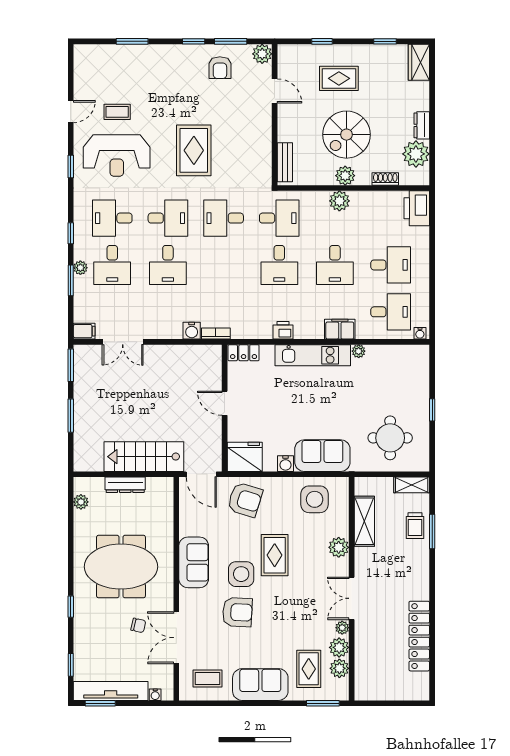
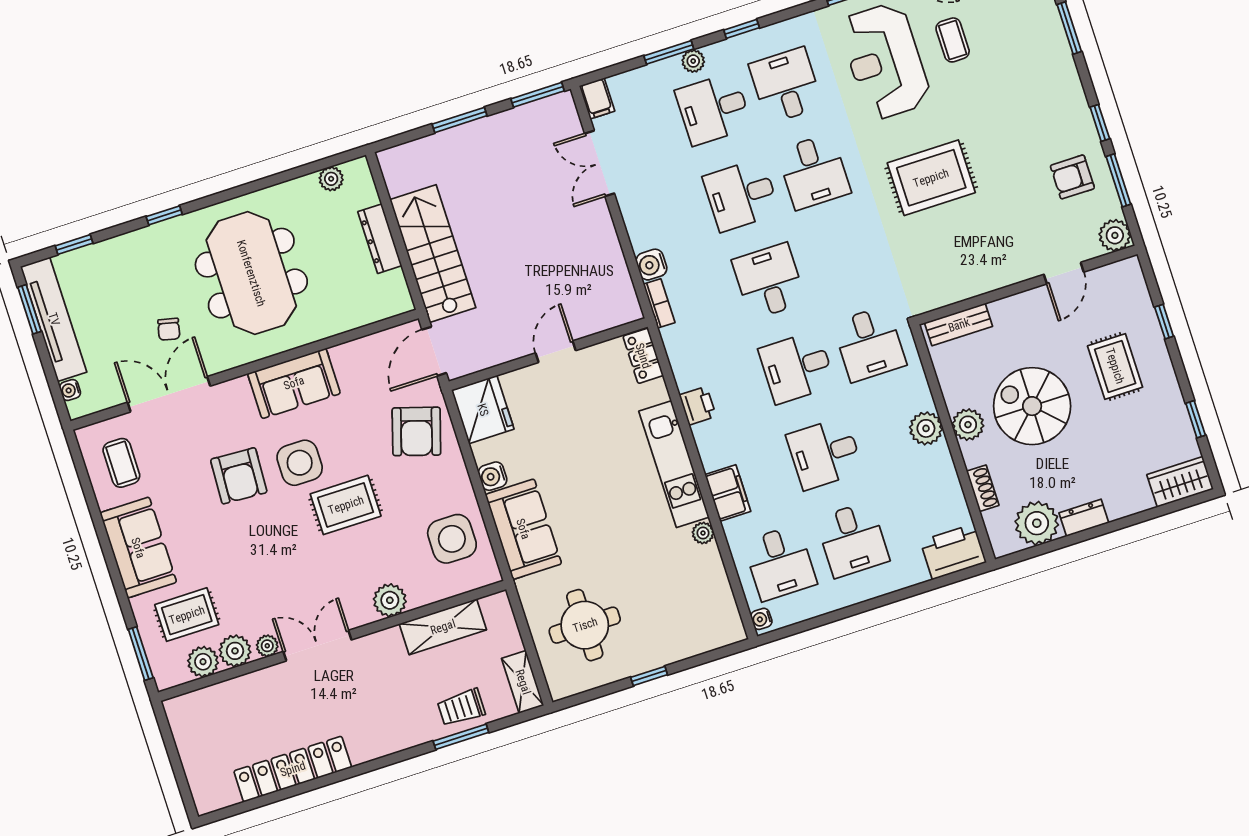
desk: (224, 218) -> (769, 281), moved

